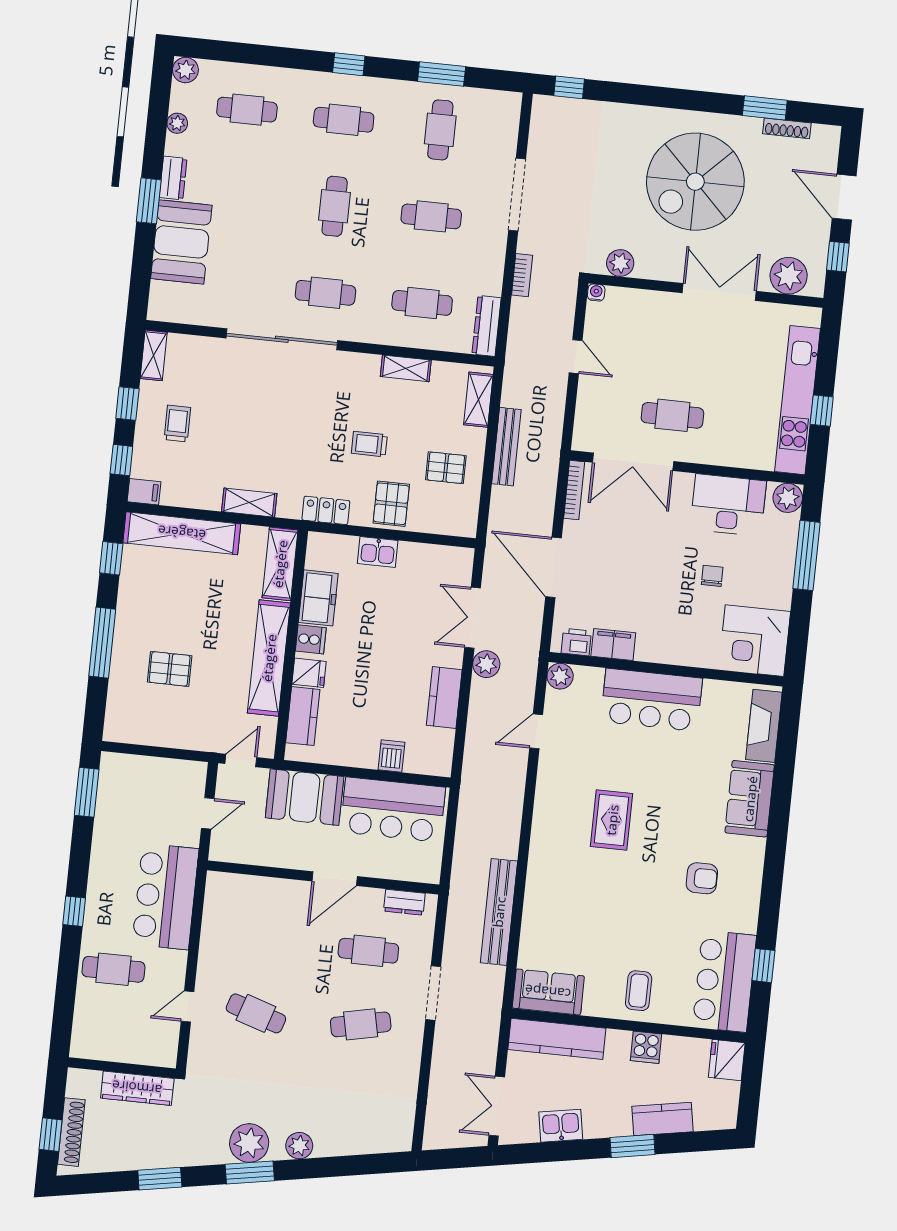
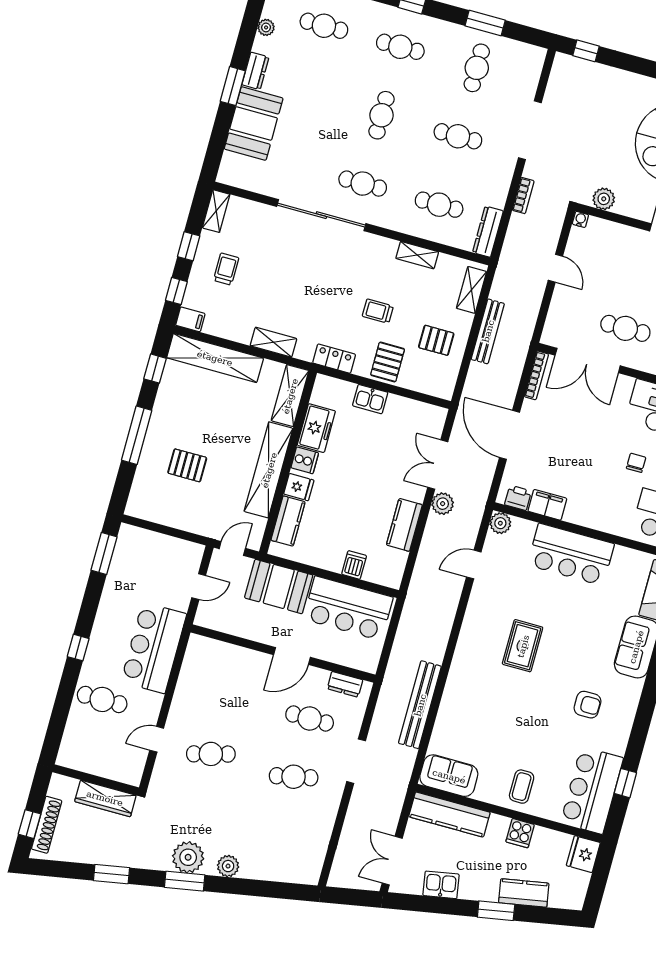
cafe table: (256, 1013) -> (211, 754), turned -33

